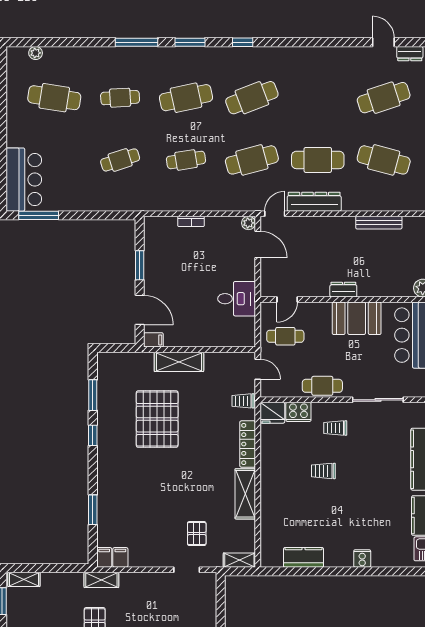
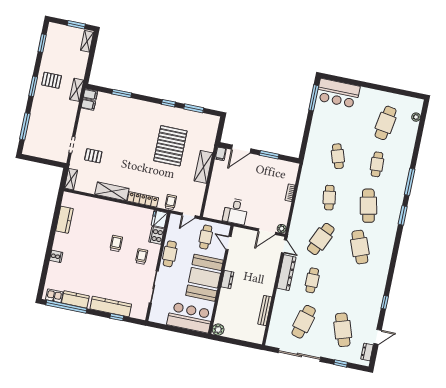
window: (243, 42) -> (385, 302), moved
cafe table: (252, 160) -> (321, 239), turned 39
cafe table: (318, 160) -> (312, 280), width x0.73, depth x0.74
booth: (357, 318) -> (205, 278), width x1.36, depth x1.42
pallet: (157, 419) -> (170, 146), turned 90

